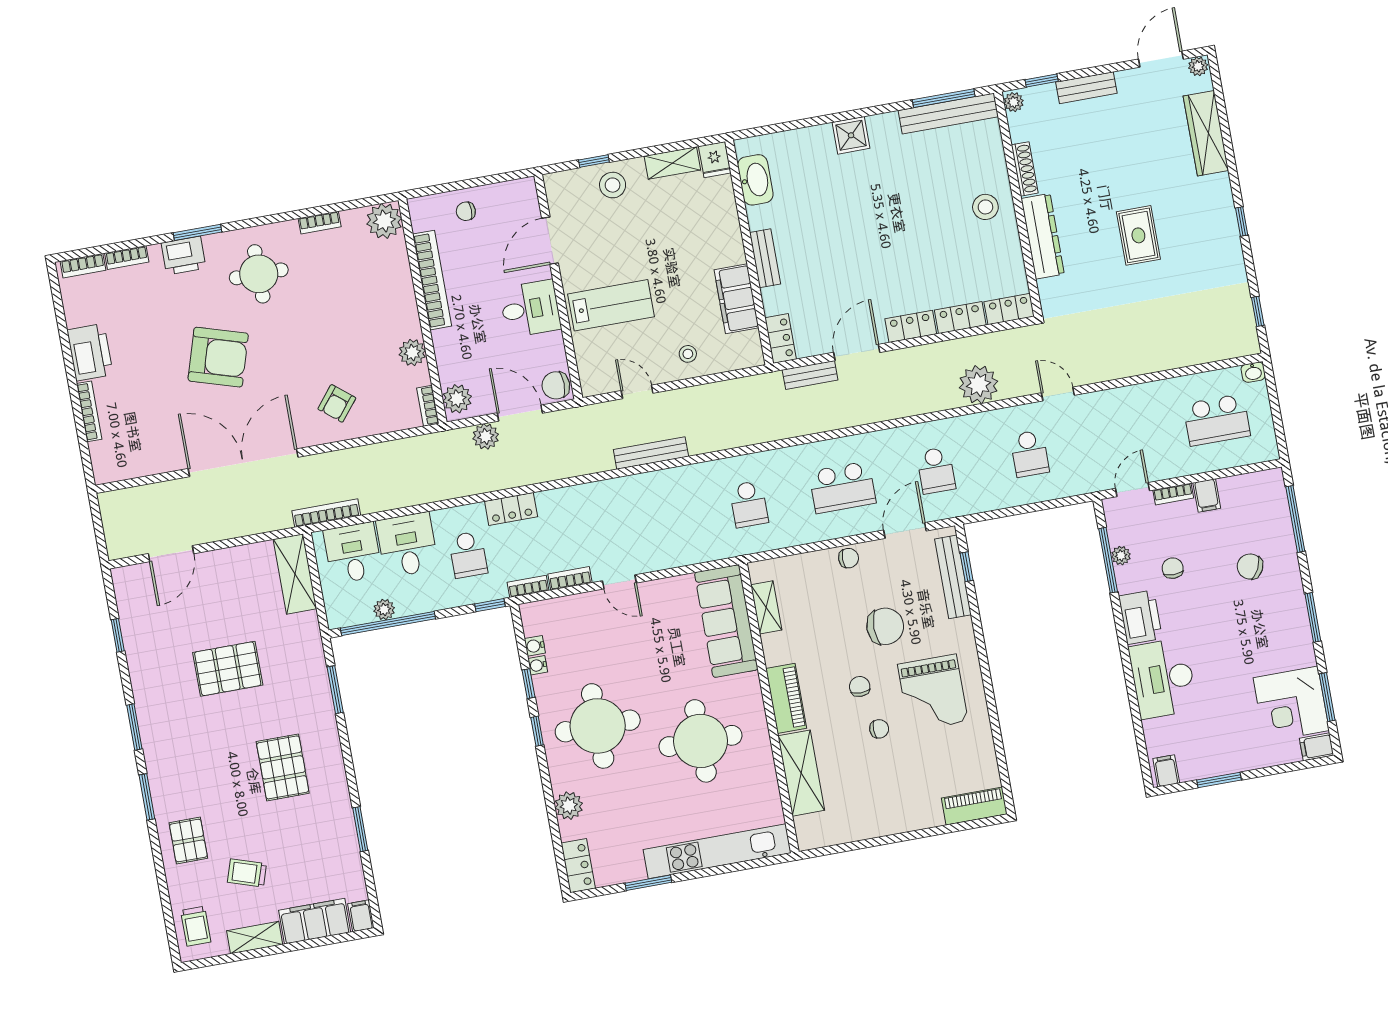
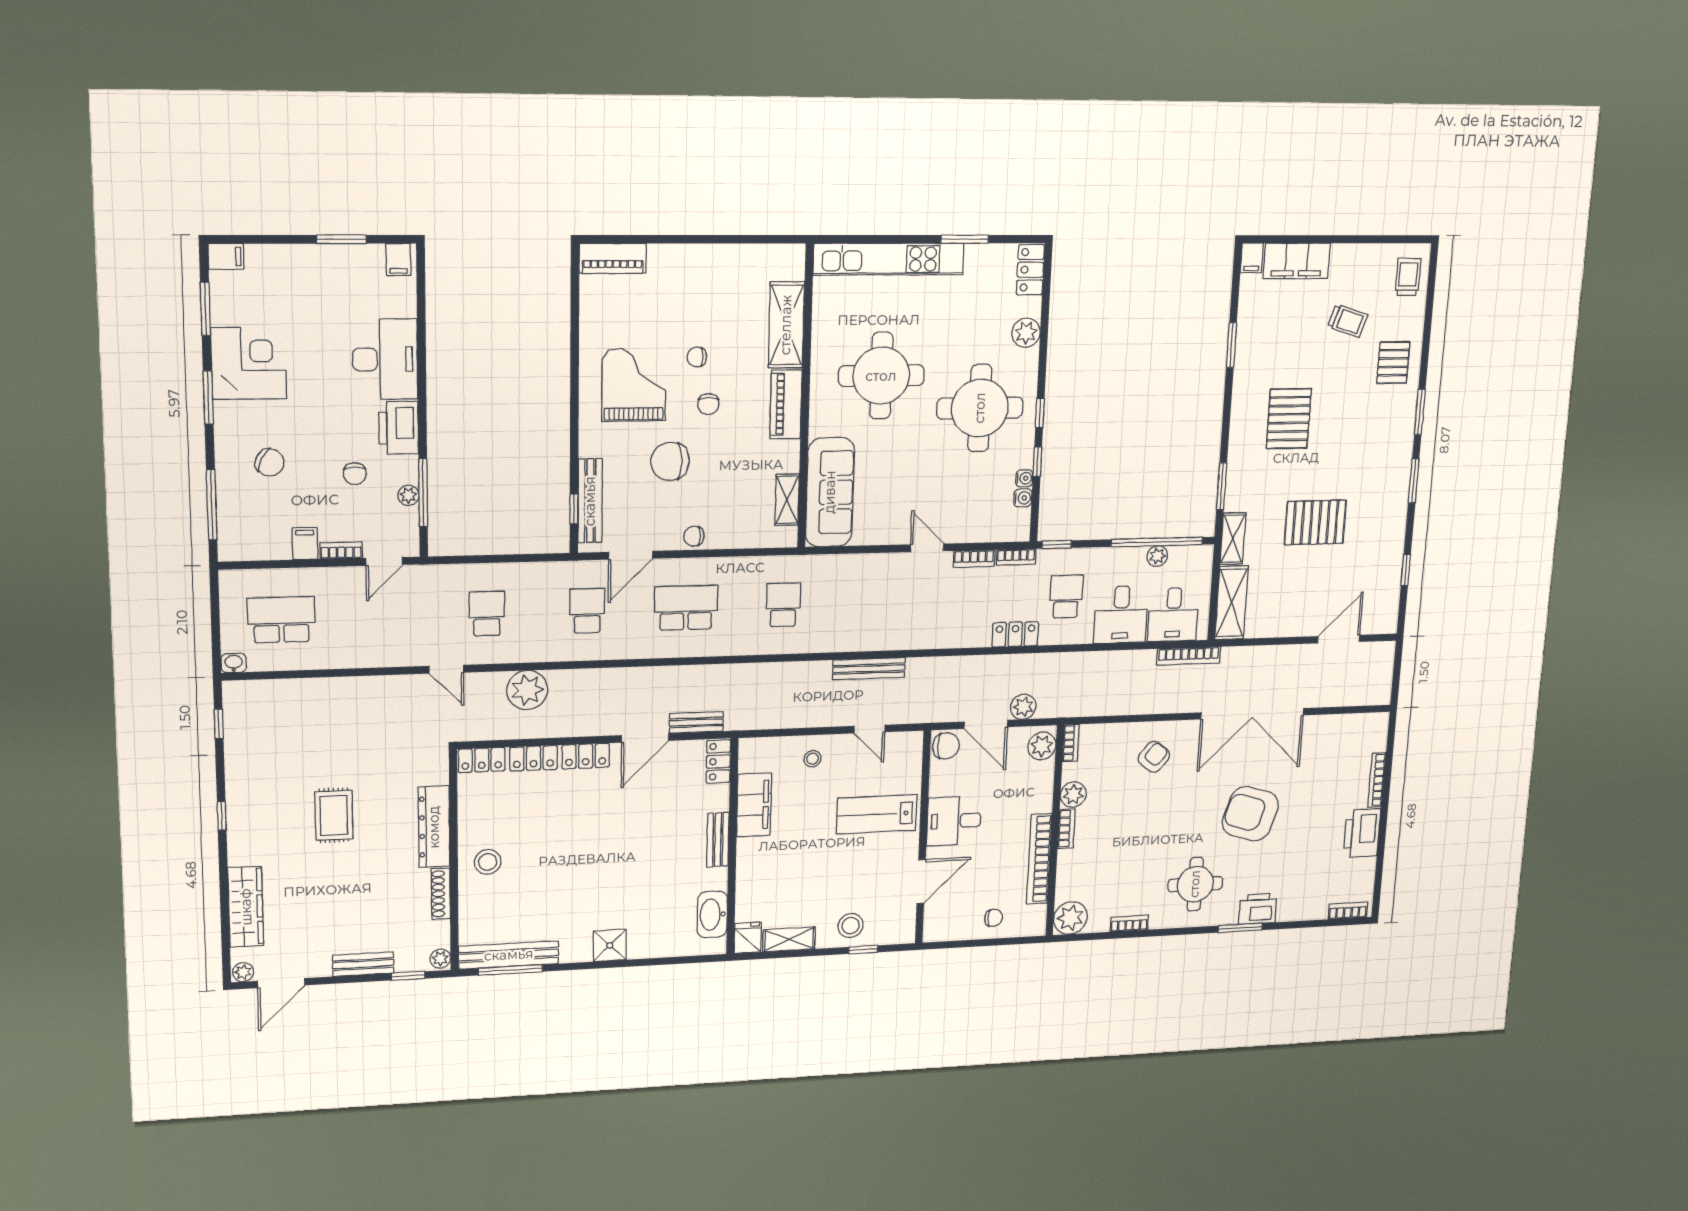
bookcase: (127, 258) -> (1066, 829), moved, turned 90
corner desk: (1291, 704) -> (249, 363), moved
shelving: (255, 938) -> (1233, 539), moved, turned 90

